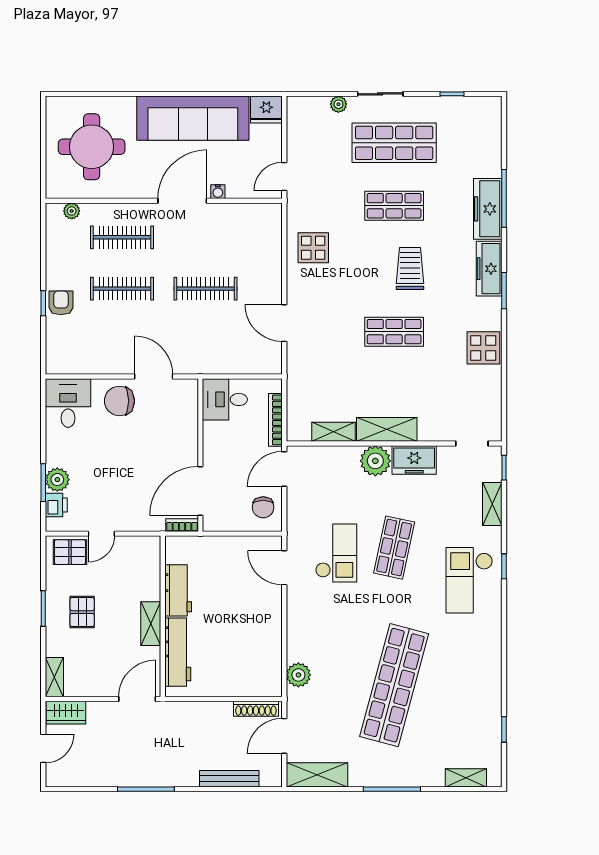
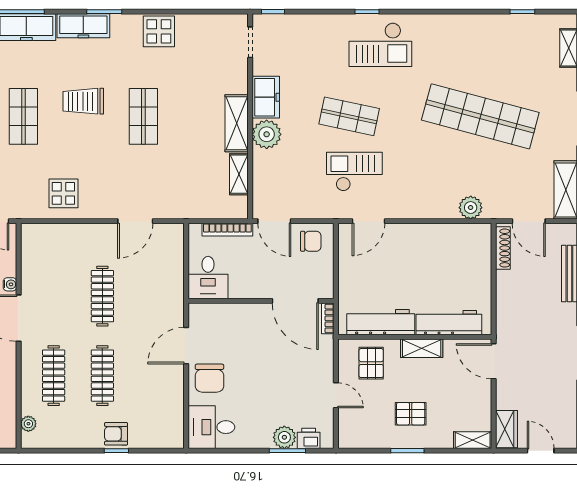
shelving: (492, 504) -> (308, 23), removed
pallet: (70, 552) -> (371, 363), moved
workbench: (178, 590) -> (381, 322), width x1.37

